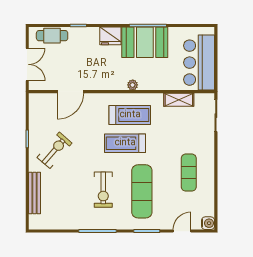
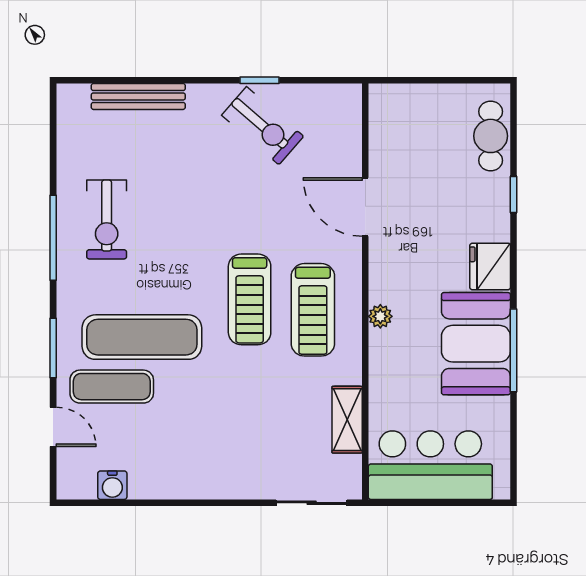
double door: (27, 64) -> (426, 80), removed
door: (70, 92) -> (365, 207), moved
treadmill: (125, 143) -> (250, 299), turned 180
exercise bike: (55, 150) -> (263, 126), moved
exercise mat: (189, 173) -> (112, 387), moved
exercise bike: (103, 190) -> (107, 220), moved, turned -90
water cooler: (208, 223) -> (112, 485), moved

